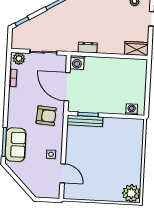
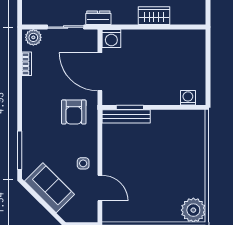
dresser: (88, 47) -> (98, 18), moved
wardrobe: (136, 49) -> (154, 16), moved
armchair: (46, 116) -> (74, 112), turned 86
sofa: (16, 145) -> (49, 188), moved, turned -45

